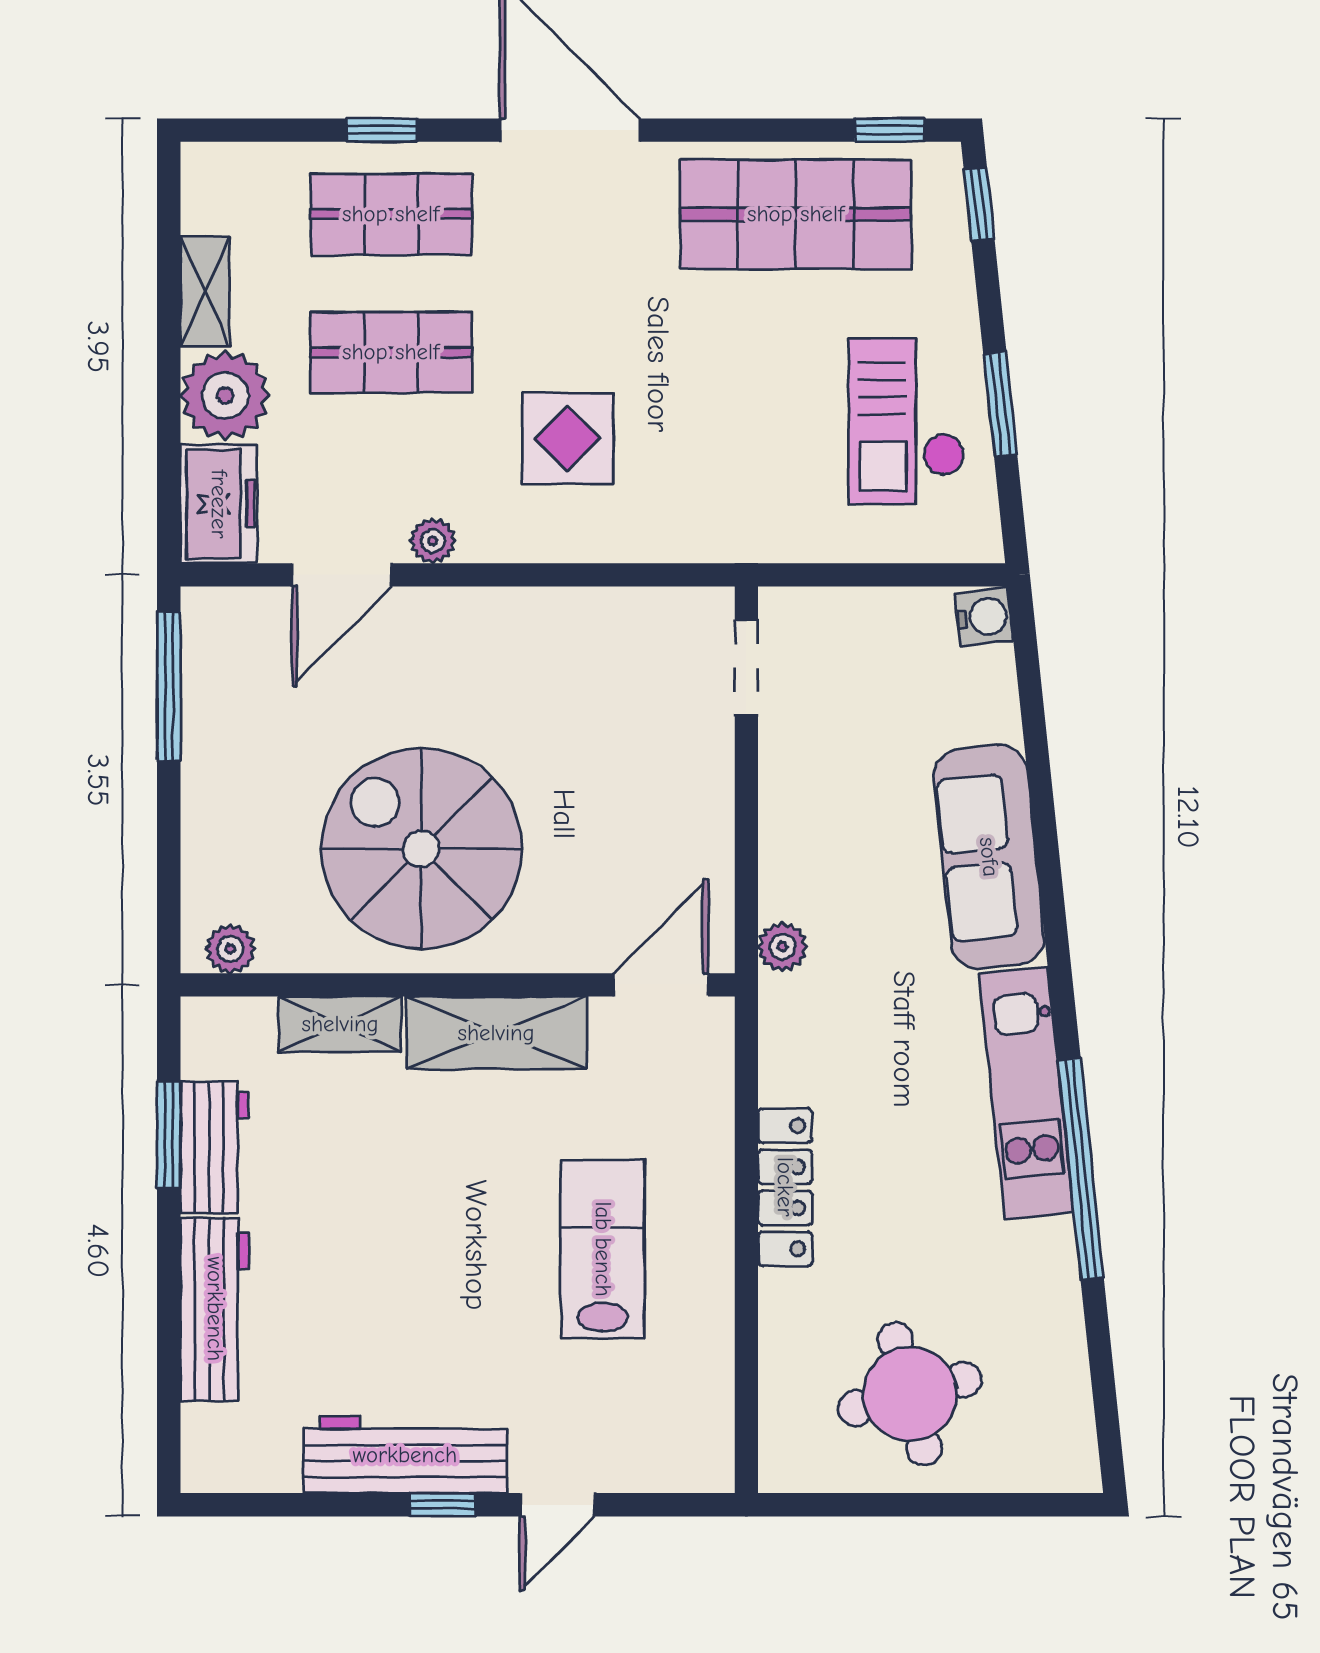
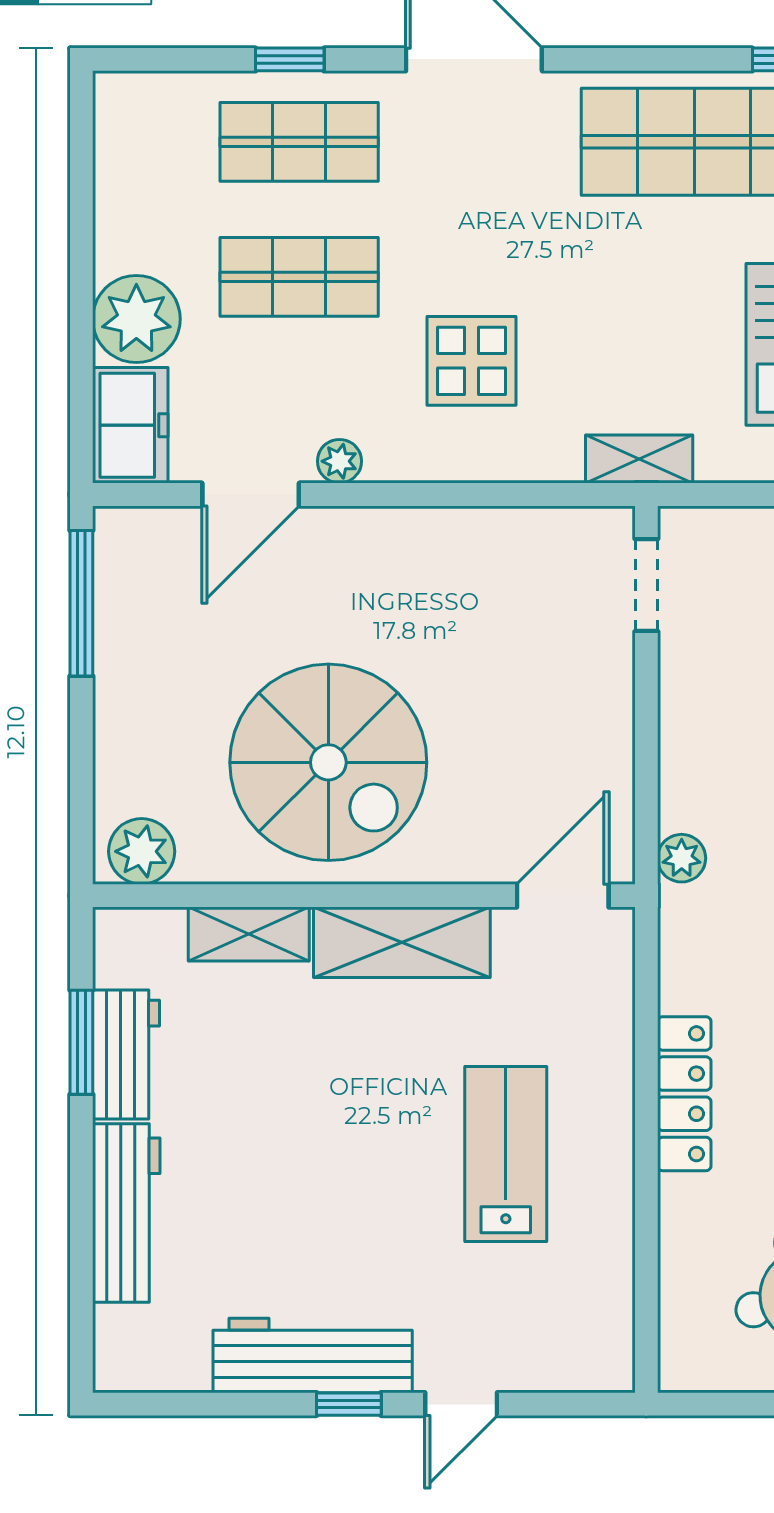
shelving: (205, 291) -> (639, 459), moved, turned 90
spiral stairs: (421, 849) -> (328, 762), turned 180
plant: (230, 949) -> (142, 851), width x1.38, depth x1.38

